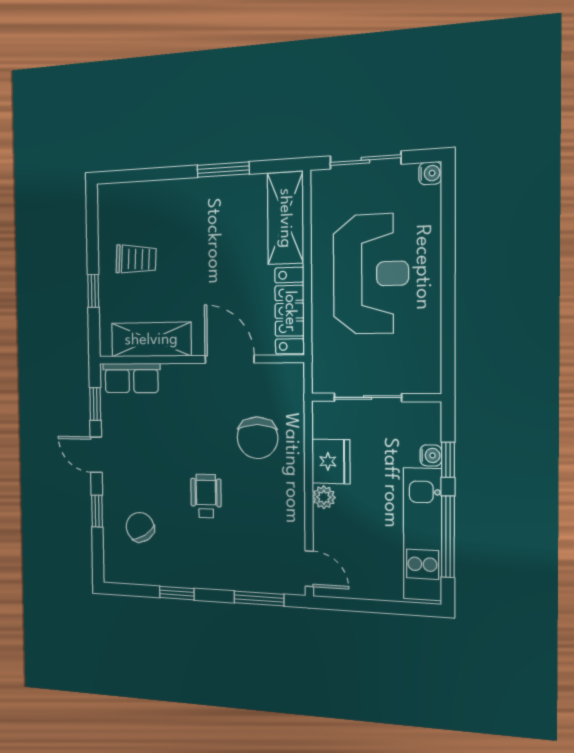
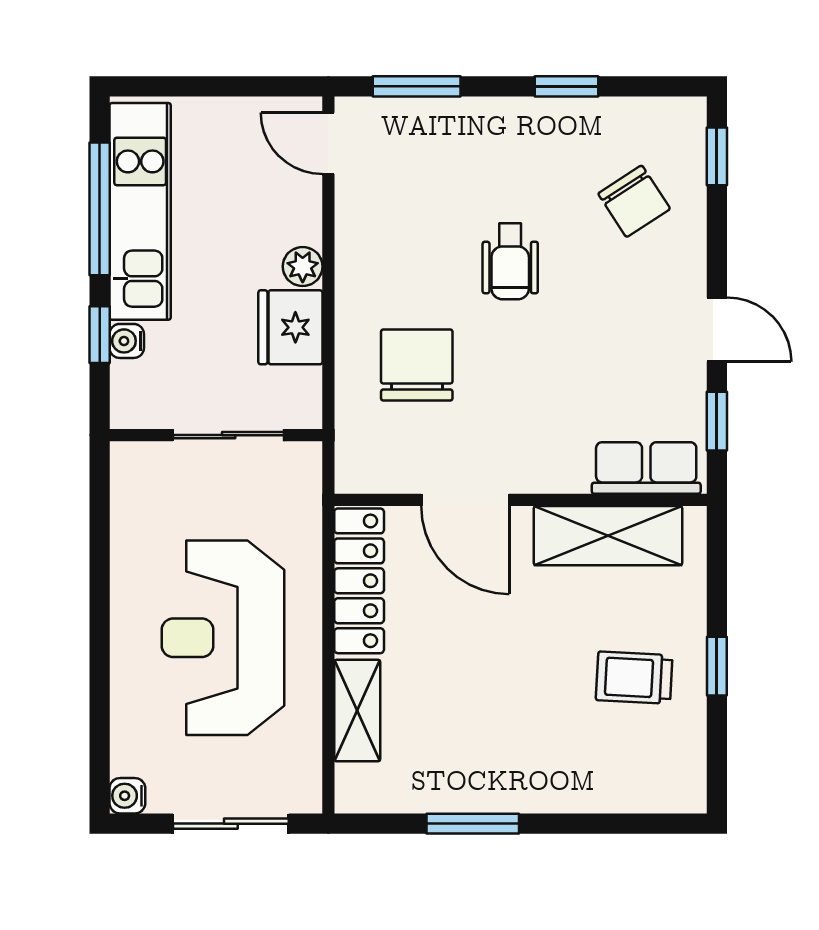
shelving: (285, 218) -> (357, 711), width x0.67, depth x0.75
window: (93, 291) -> (717, 666), moved
window: (97, 511) -> (717, 156), moved

